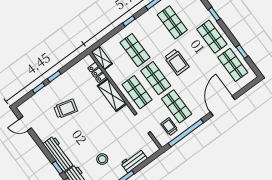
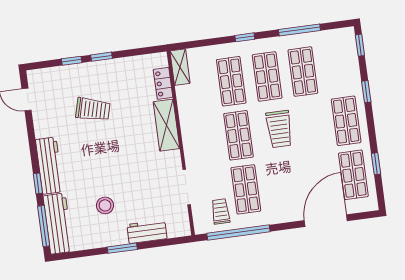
shop shelf: (137, 92) -> (267, 76), moved
door: (223, 106) -> (326, 221), moved

